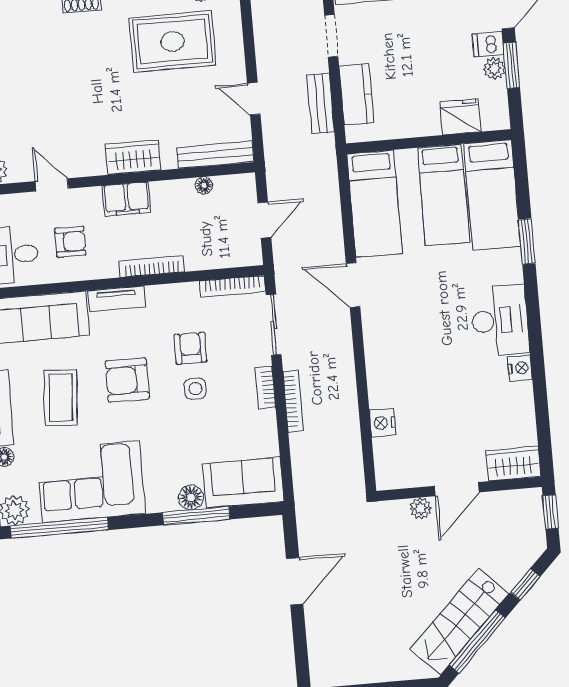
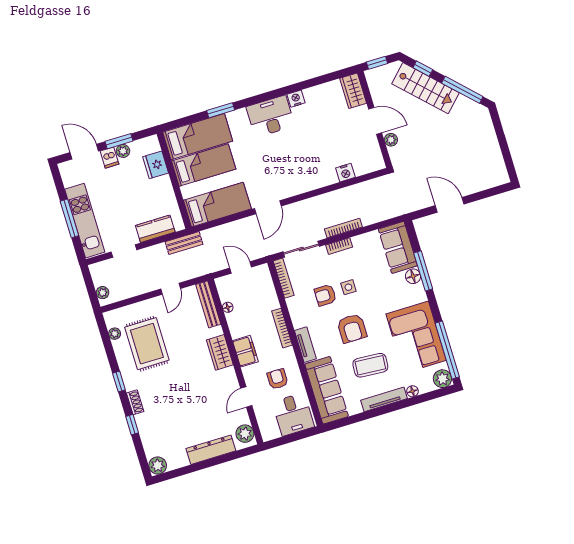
bench: (321, 103) -> (184, 243), moved
stairs: (460, 621) -> (425, 88), moved

